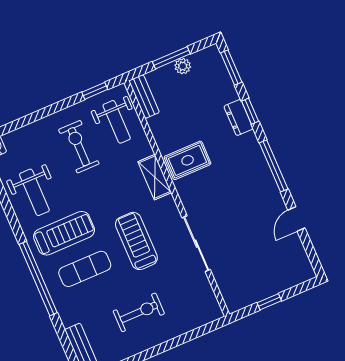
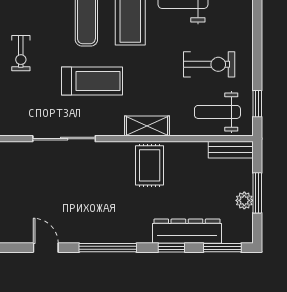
dresser: (238, 117) -> (187, 231), width x1.96, depth x1.24
exercise bike: (139, 312) -> (21, 53), width x0.73, depth x0.72

